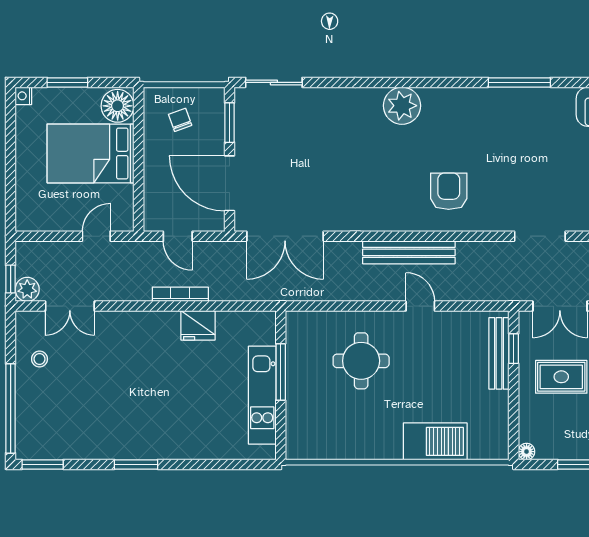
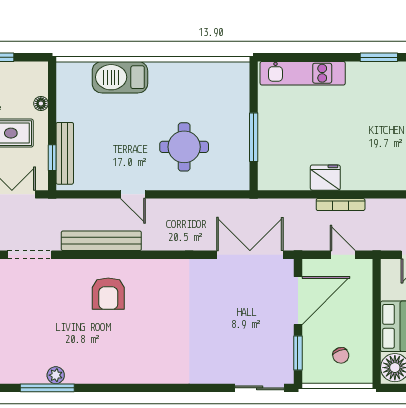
plant: (402, 106) -> (56, 375), moved, width x0.53, depth x0.53
door: (229, 183) -> (298, 301), hinge flipped
bench: (409, 252) -> (101, 241), moved
kitchen unit: (262, 395) -> (303, 73), moved, turned 90
floor lamp: (527, 452) -> (41, 104), moved

